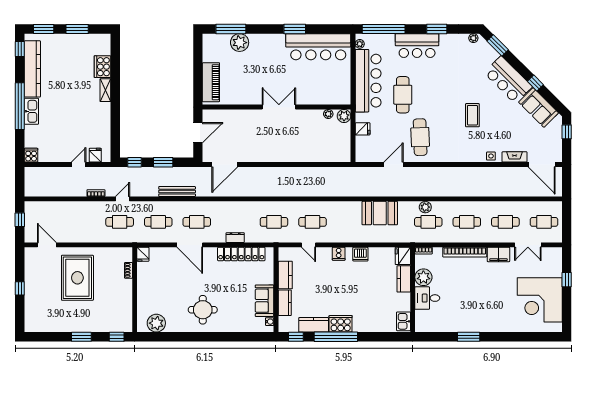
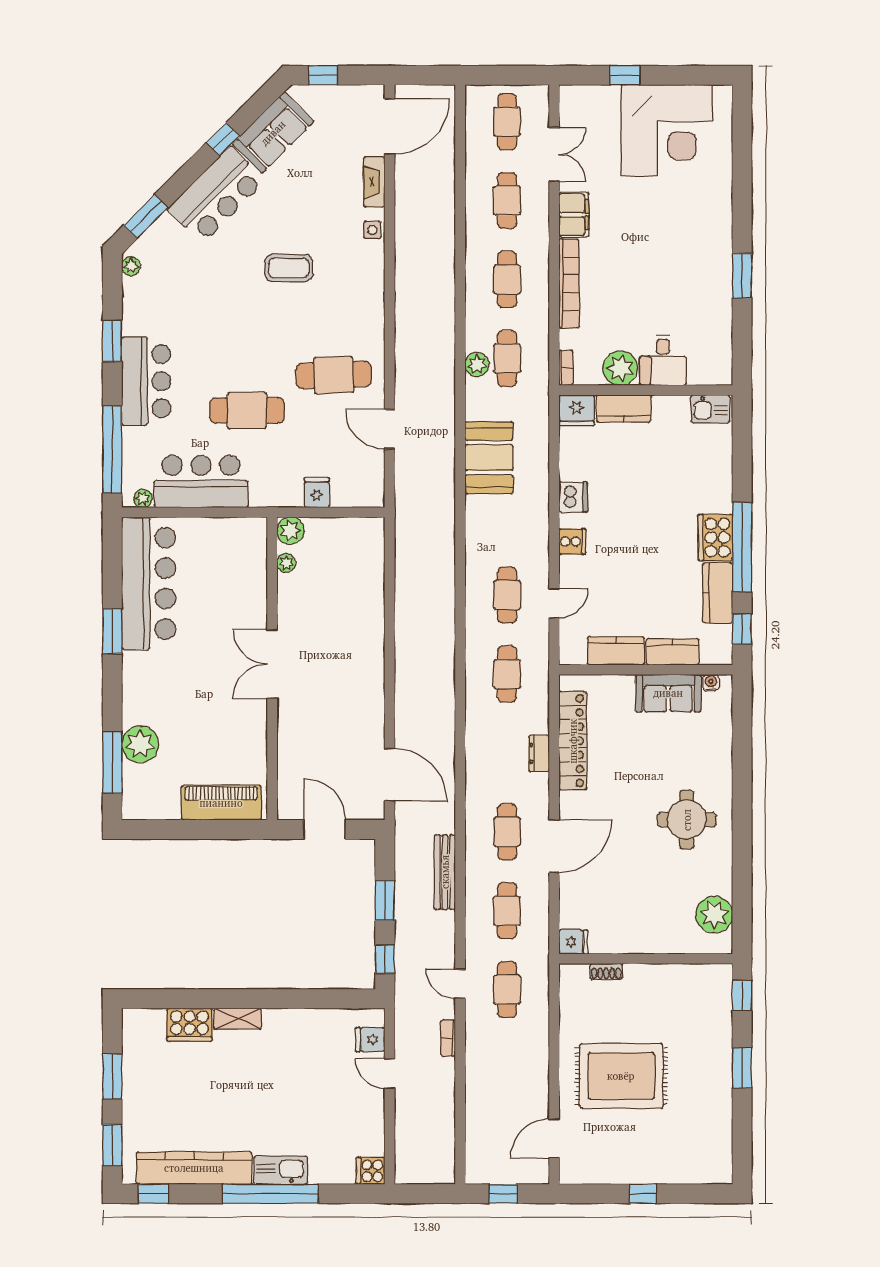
bar counter: (368, 81) -> (201, 481), width x0.73

